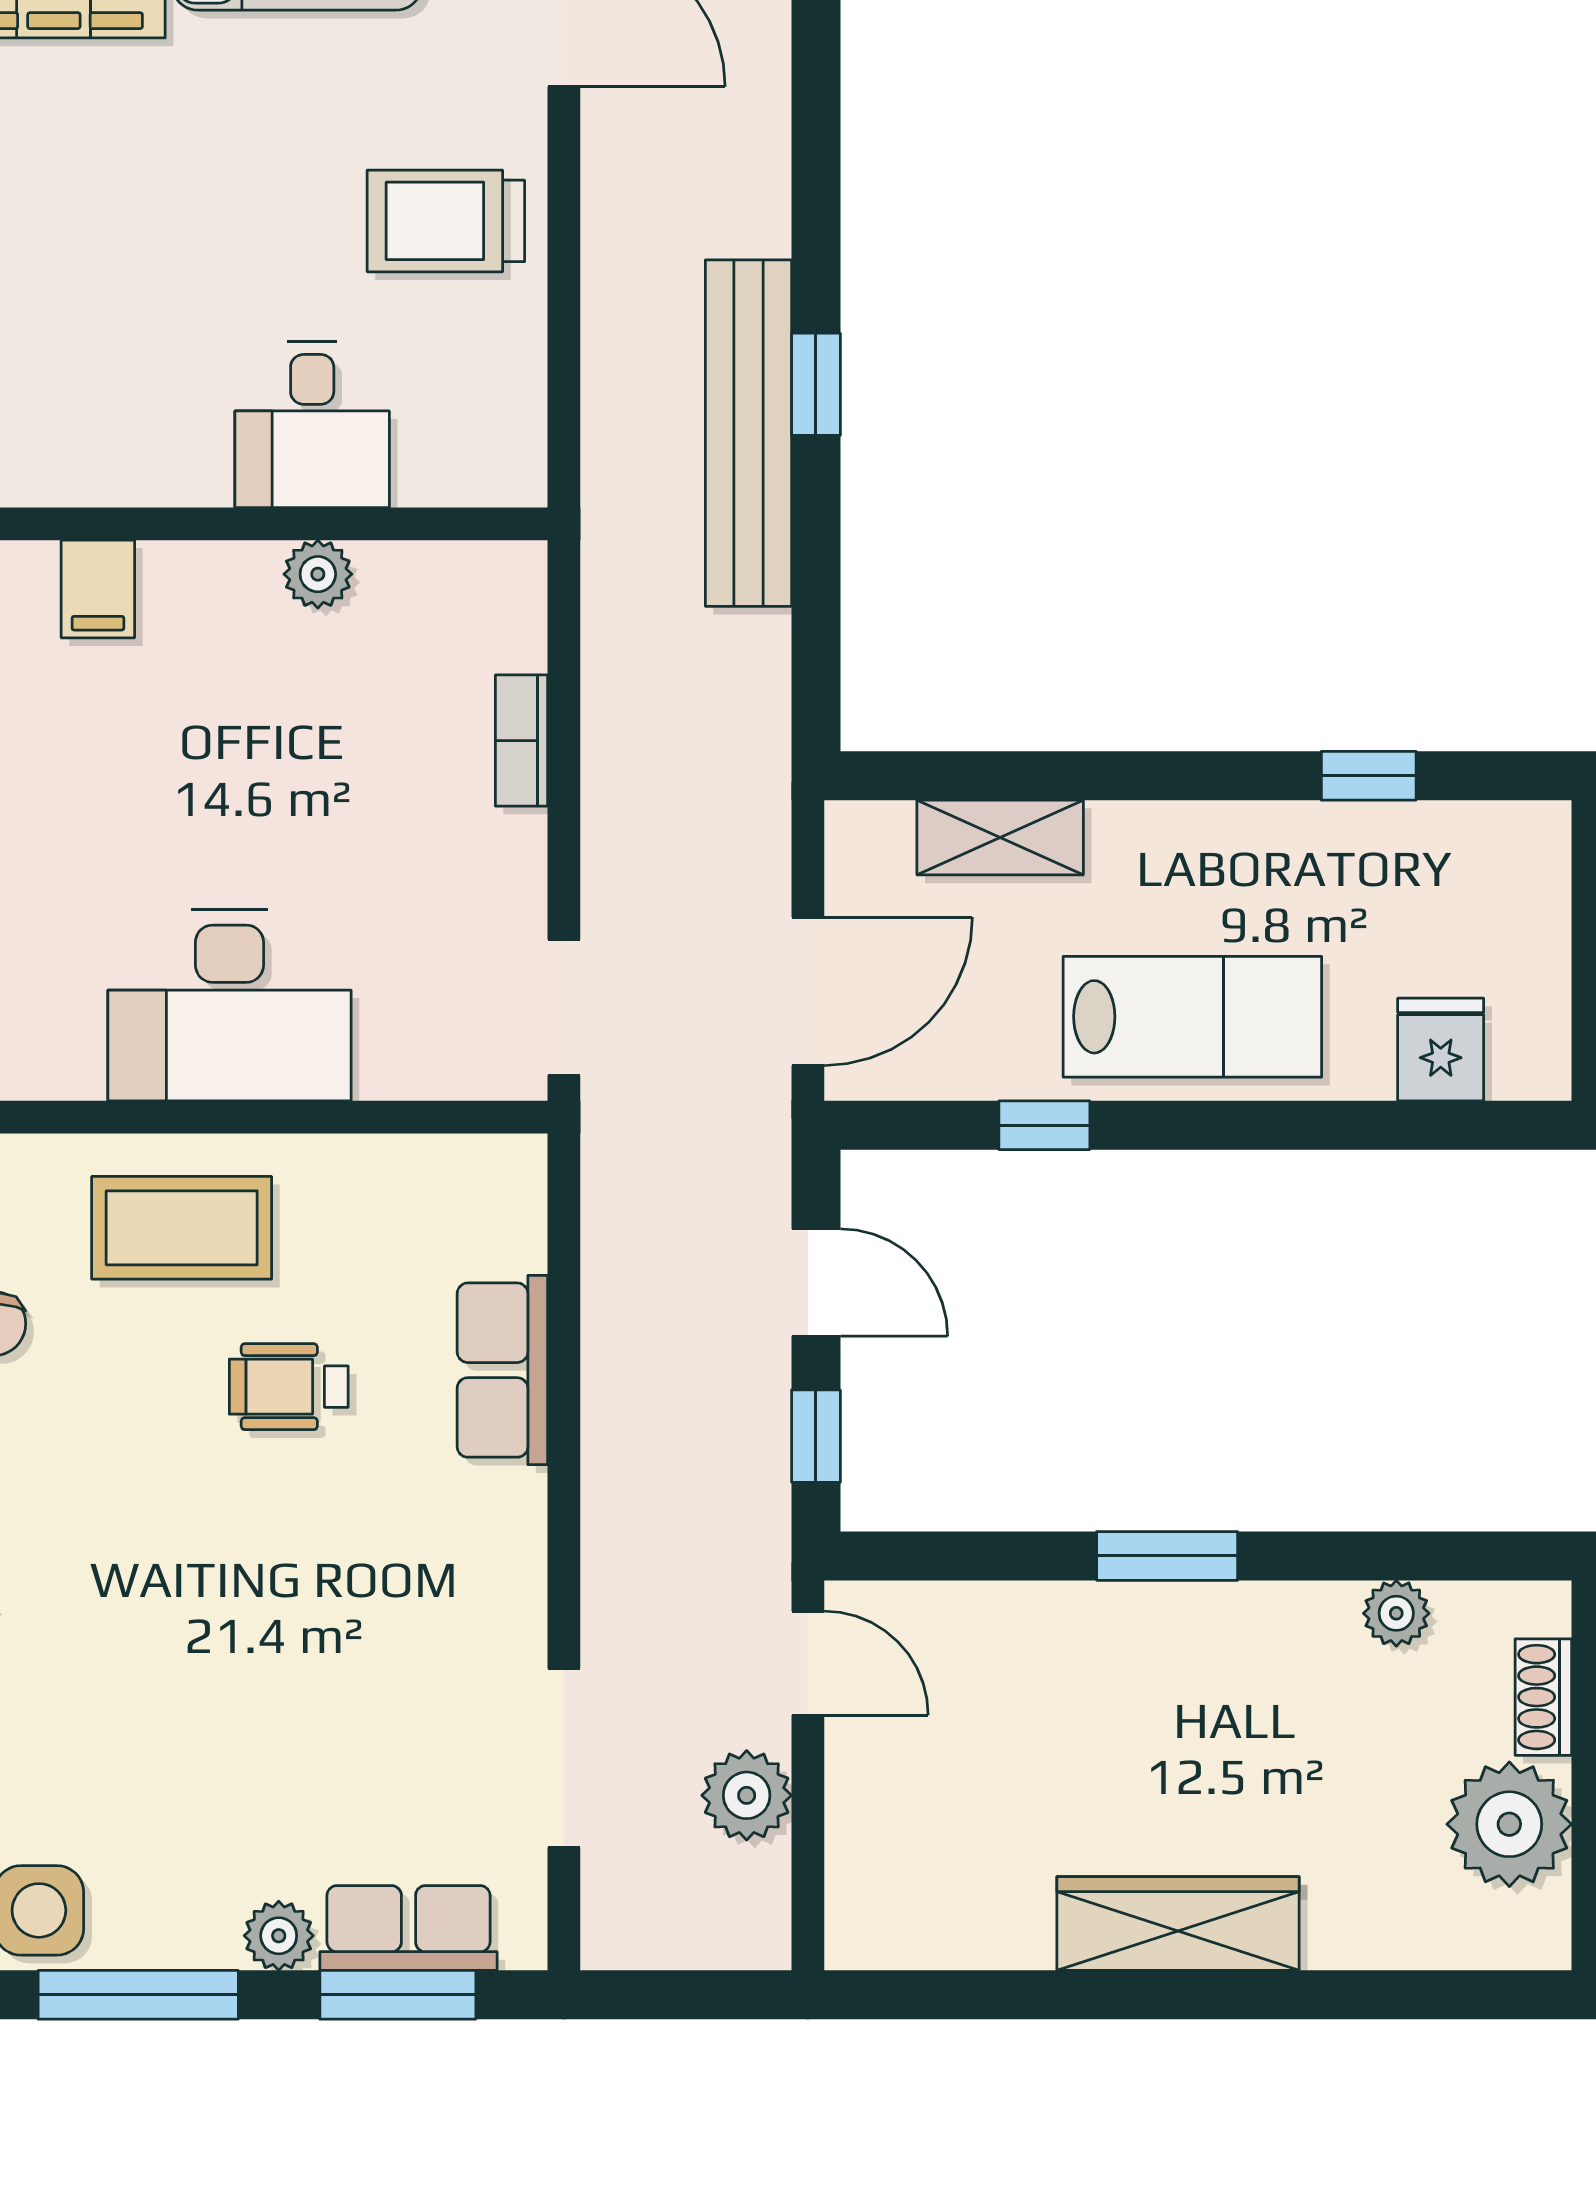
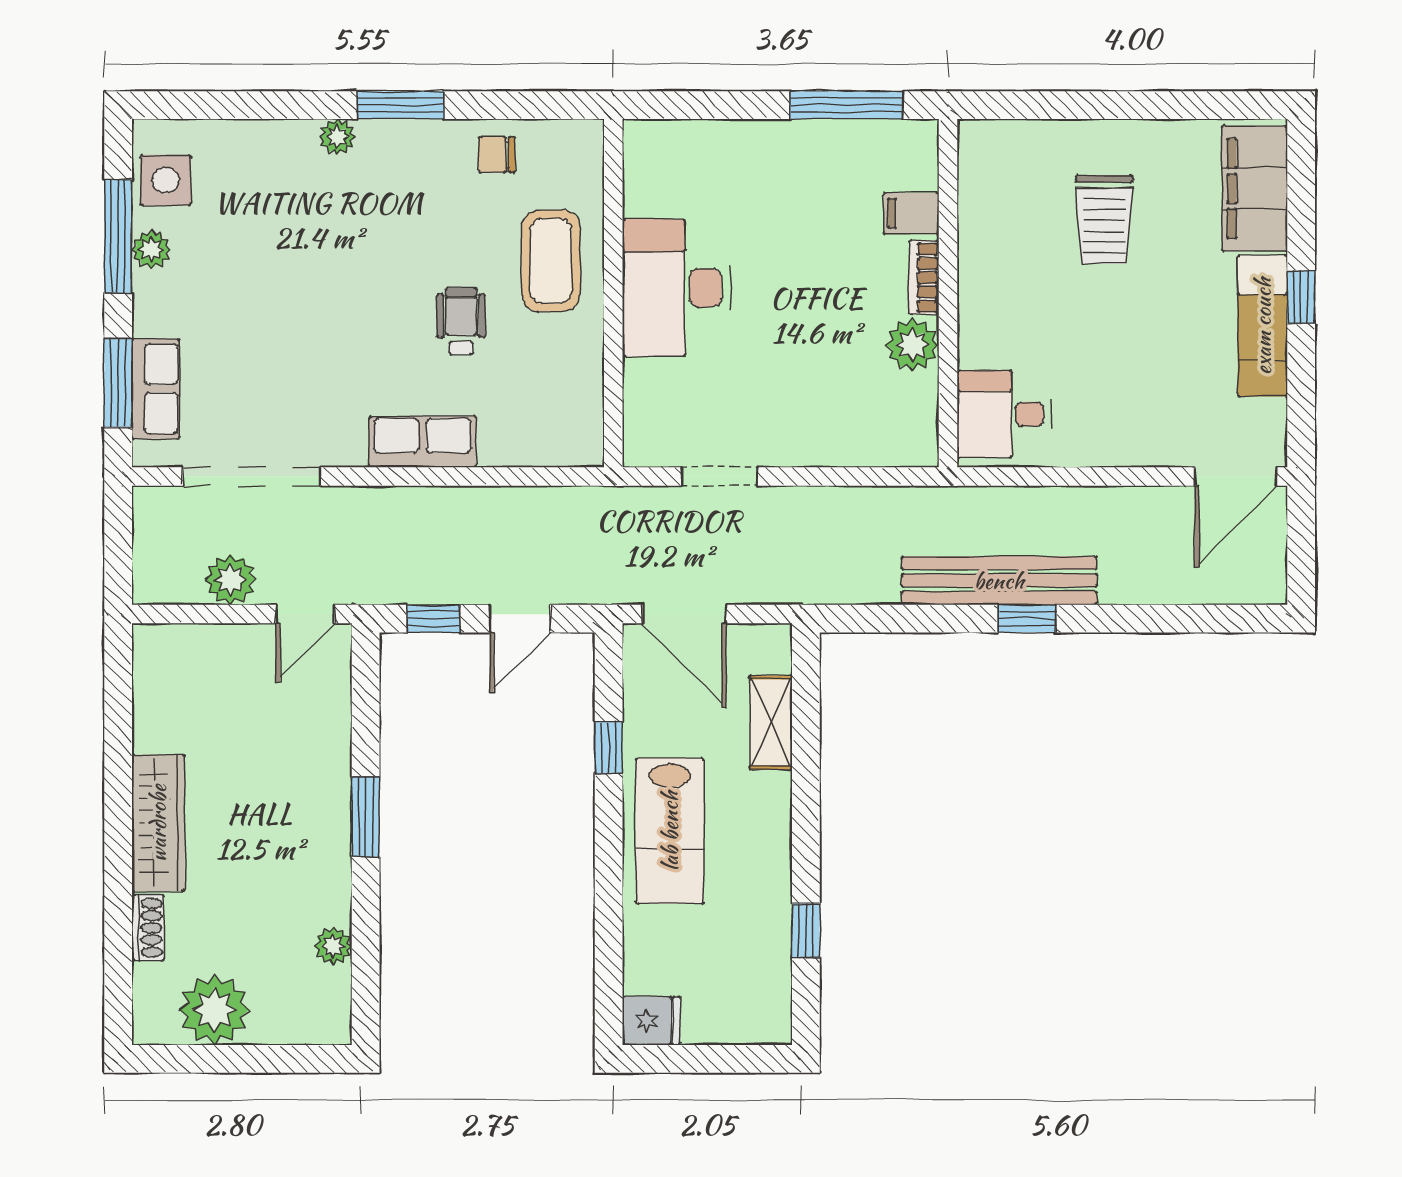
trolley: (446, 221) -> (1104, 219), moved, turned 180
desk: (312, 424) -> (1004, 414), moved
plant: (318, 574) -> (912, 345), width x1.38, depth x1.38
bookcase: (521, 741) -> (924, 278), moved, turned -90
doorway: (564, 1007) -> (719, 476), moved
fridge: (1441, 1050) -> (651, 1021), moved
row of seats: (502, 1370) -> (422, 442), moved
shoe rack: (1543, 1697) -> (148, 928), moved, turned 90
doorway: (564, 1758) -> (252, 476), width x1.36
plant: (279, 1936) -> (151, 250), moved

